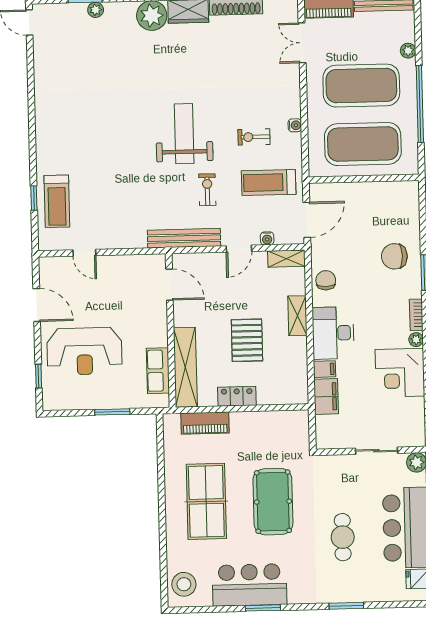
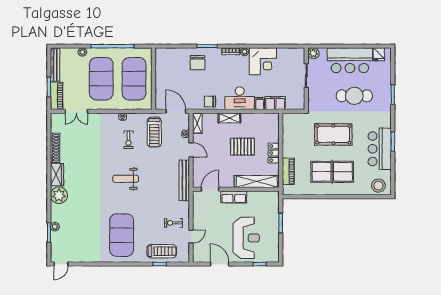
exercise mat: (84, 129) -> (122, 235), added
weight bench: (184, 134) -> (126, 179), width x0.73, depth x0.75
exercise bike: (207, 190) -> (173, 223), moved
door: (37, 305) -> (220, 264), hinge flipped
row of seats: (158, 371) -> (234, 197), moved
cafe table: (343, 537) -> (354, 96), width x1.37, depth x1.35

